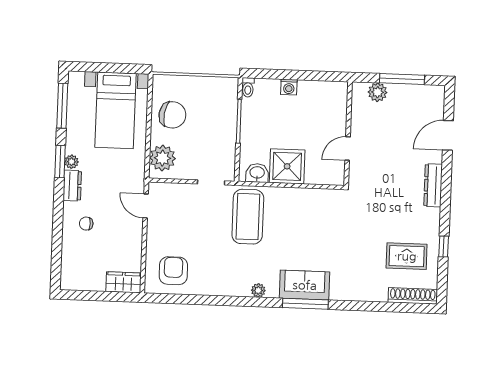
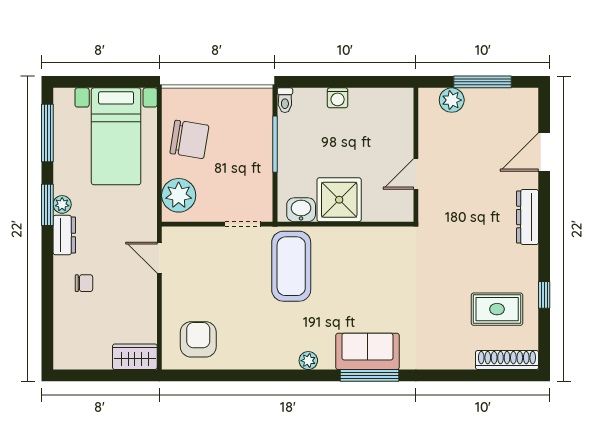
chair: (86, 224) -> (84, 283), turned 180

